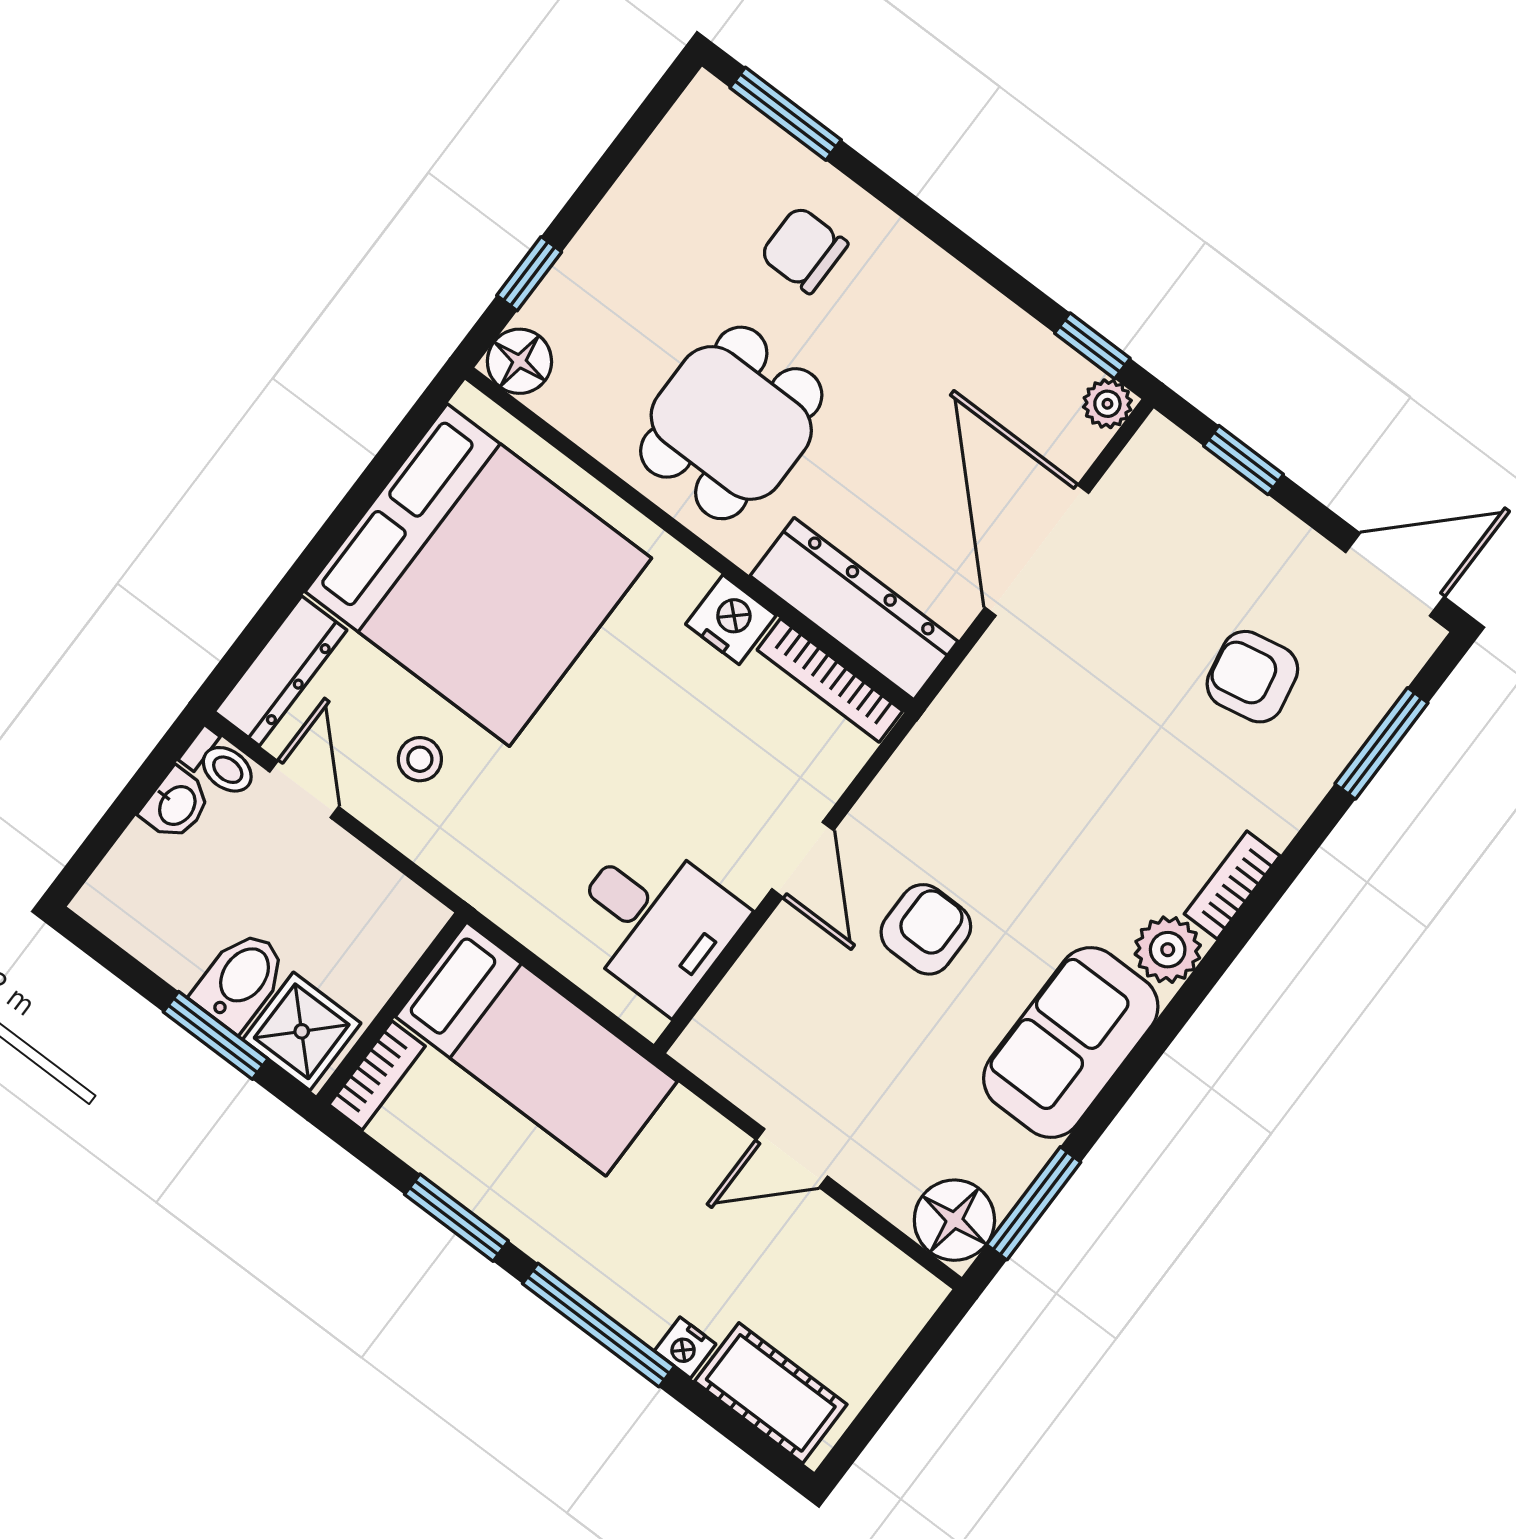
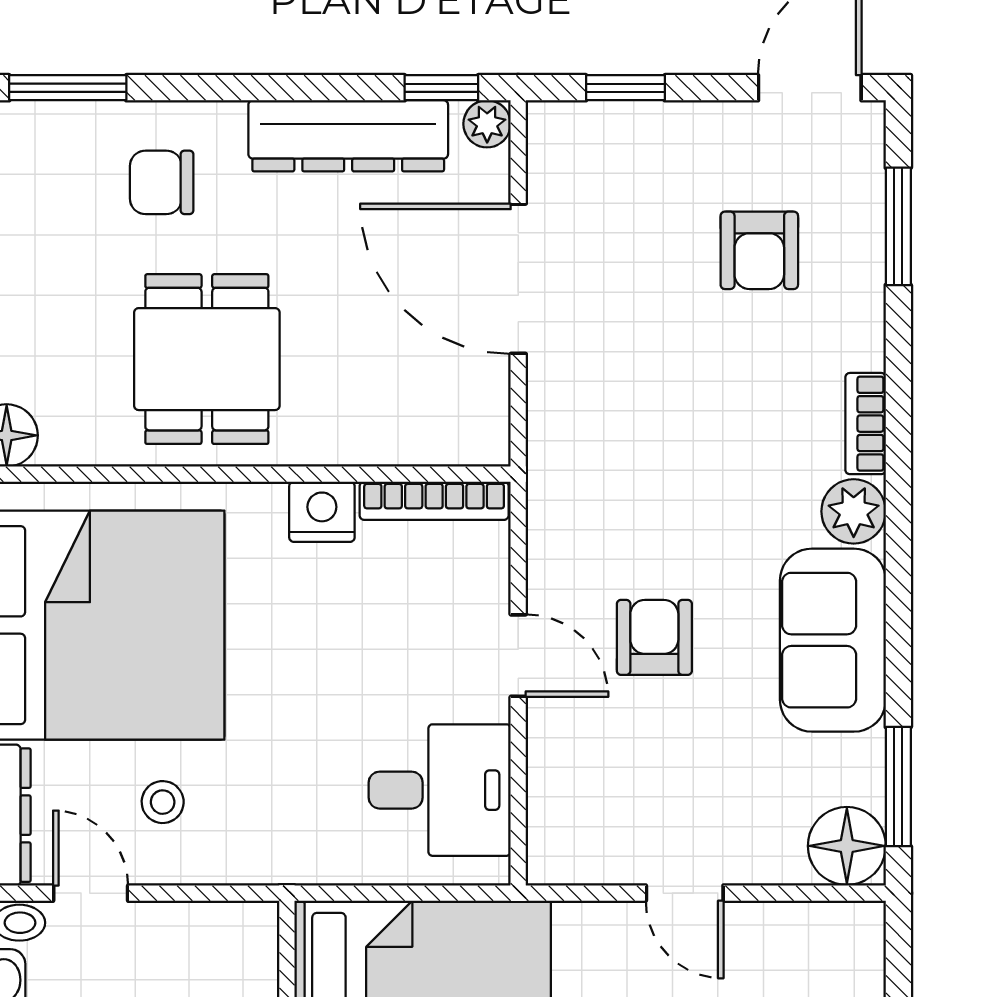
dresser: (854, 609) -> (348, 136), moved, turned 180
armchair: (1252, 677) -> (759, 250), turned -79
door: (792, 1158) -> (685, 893), hinge flipped

